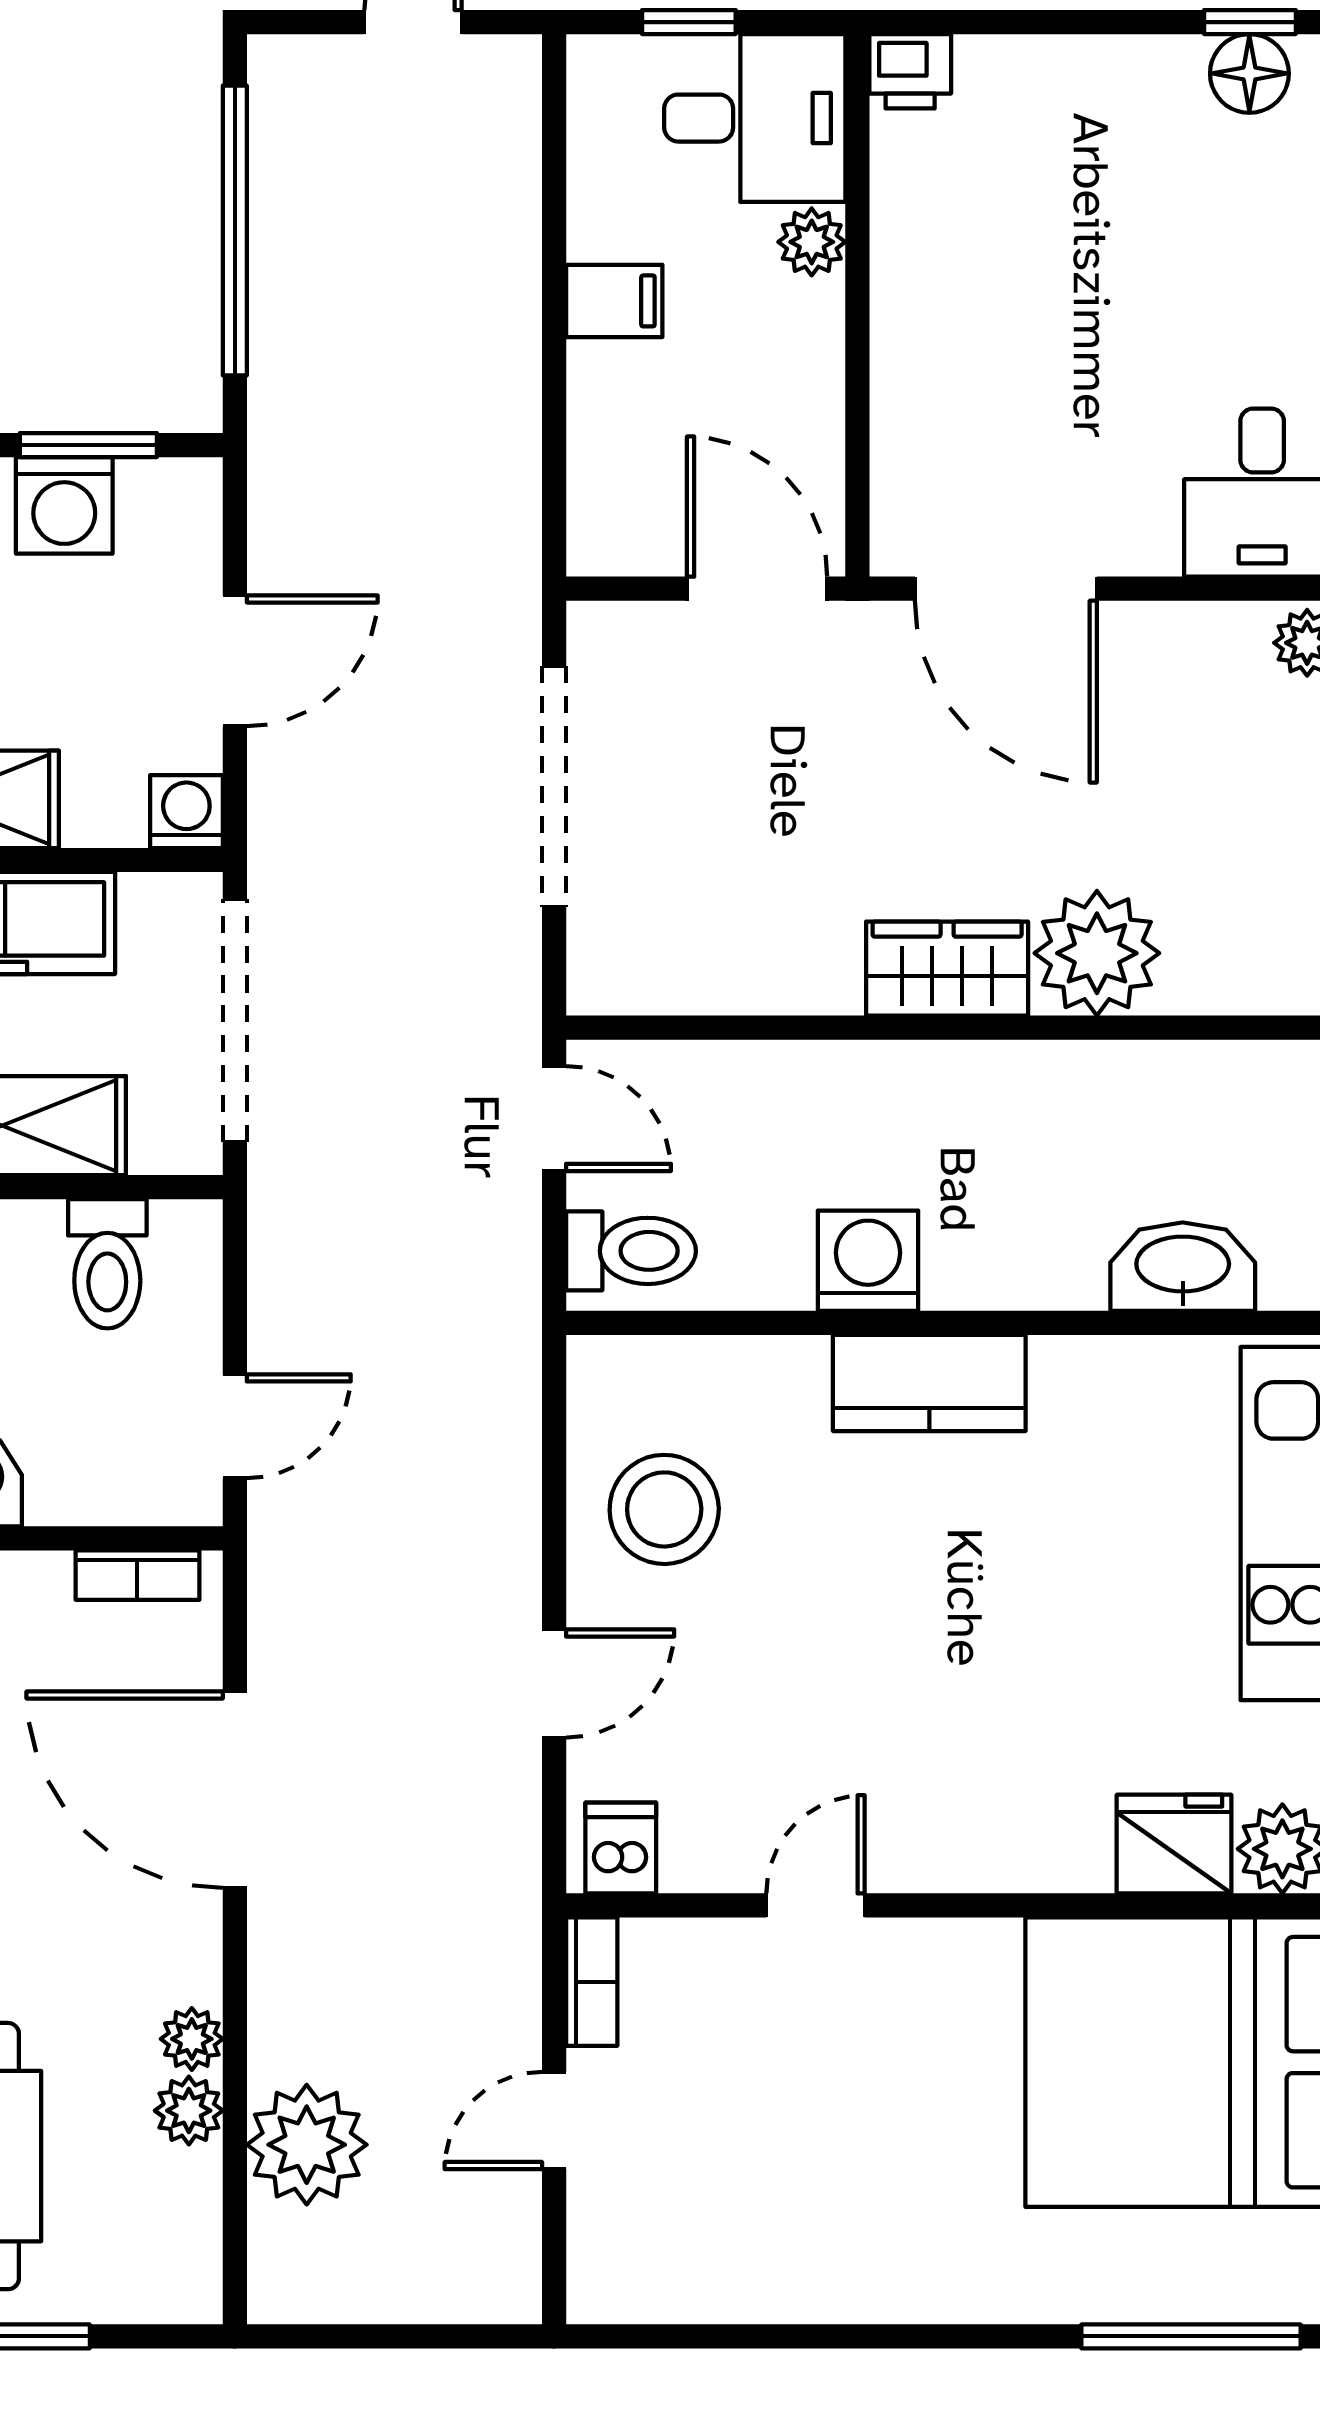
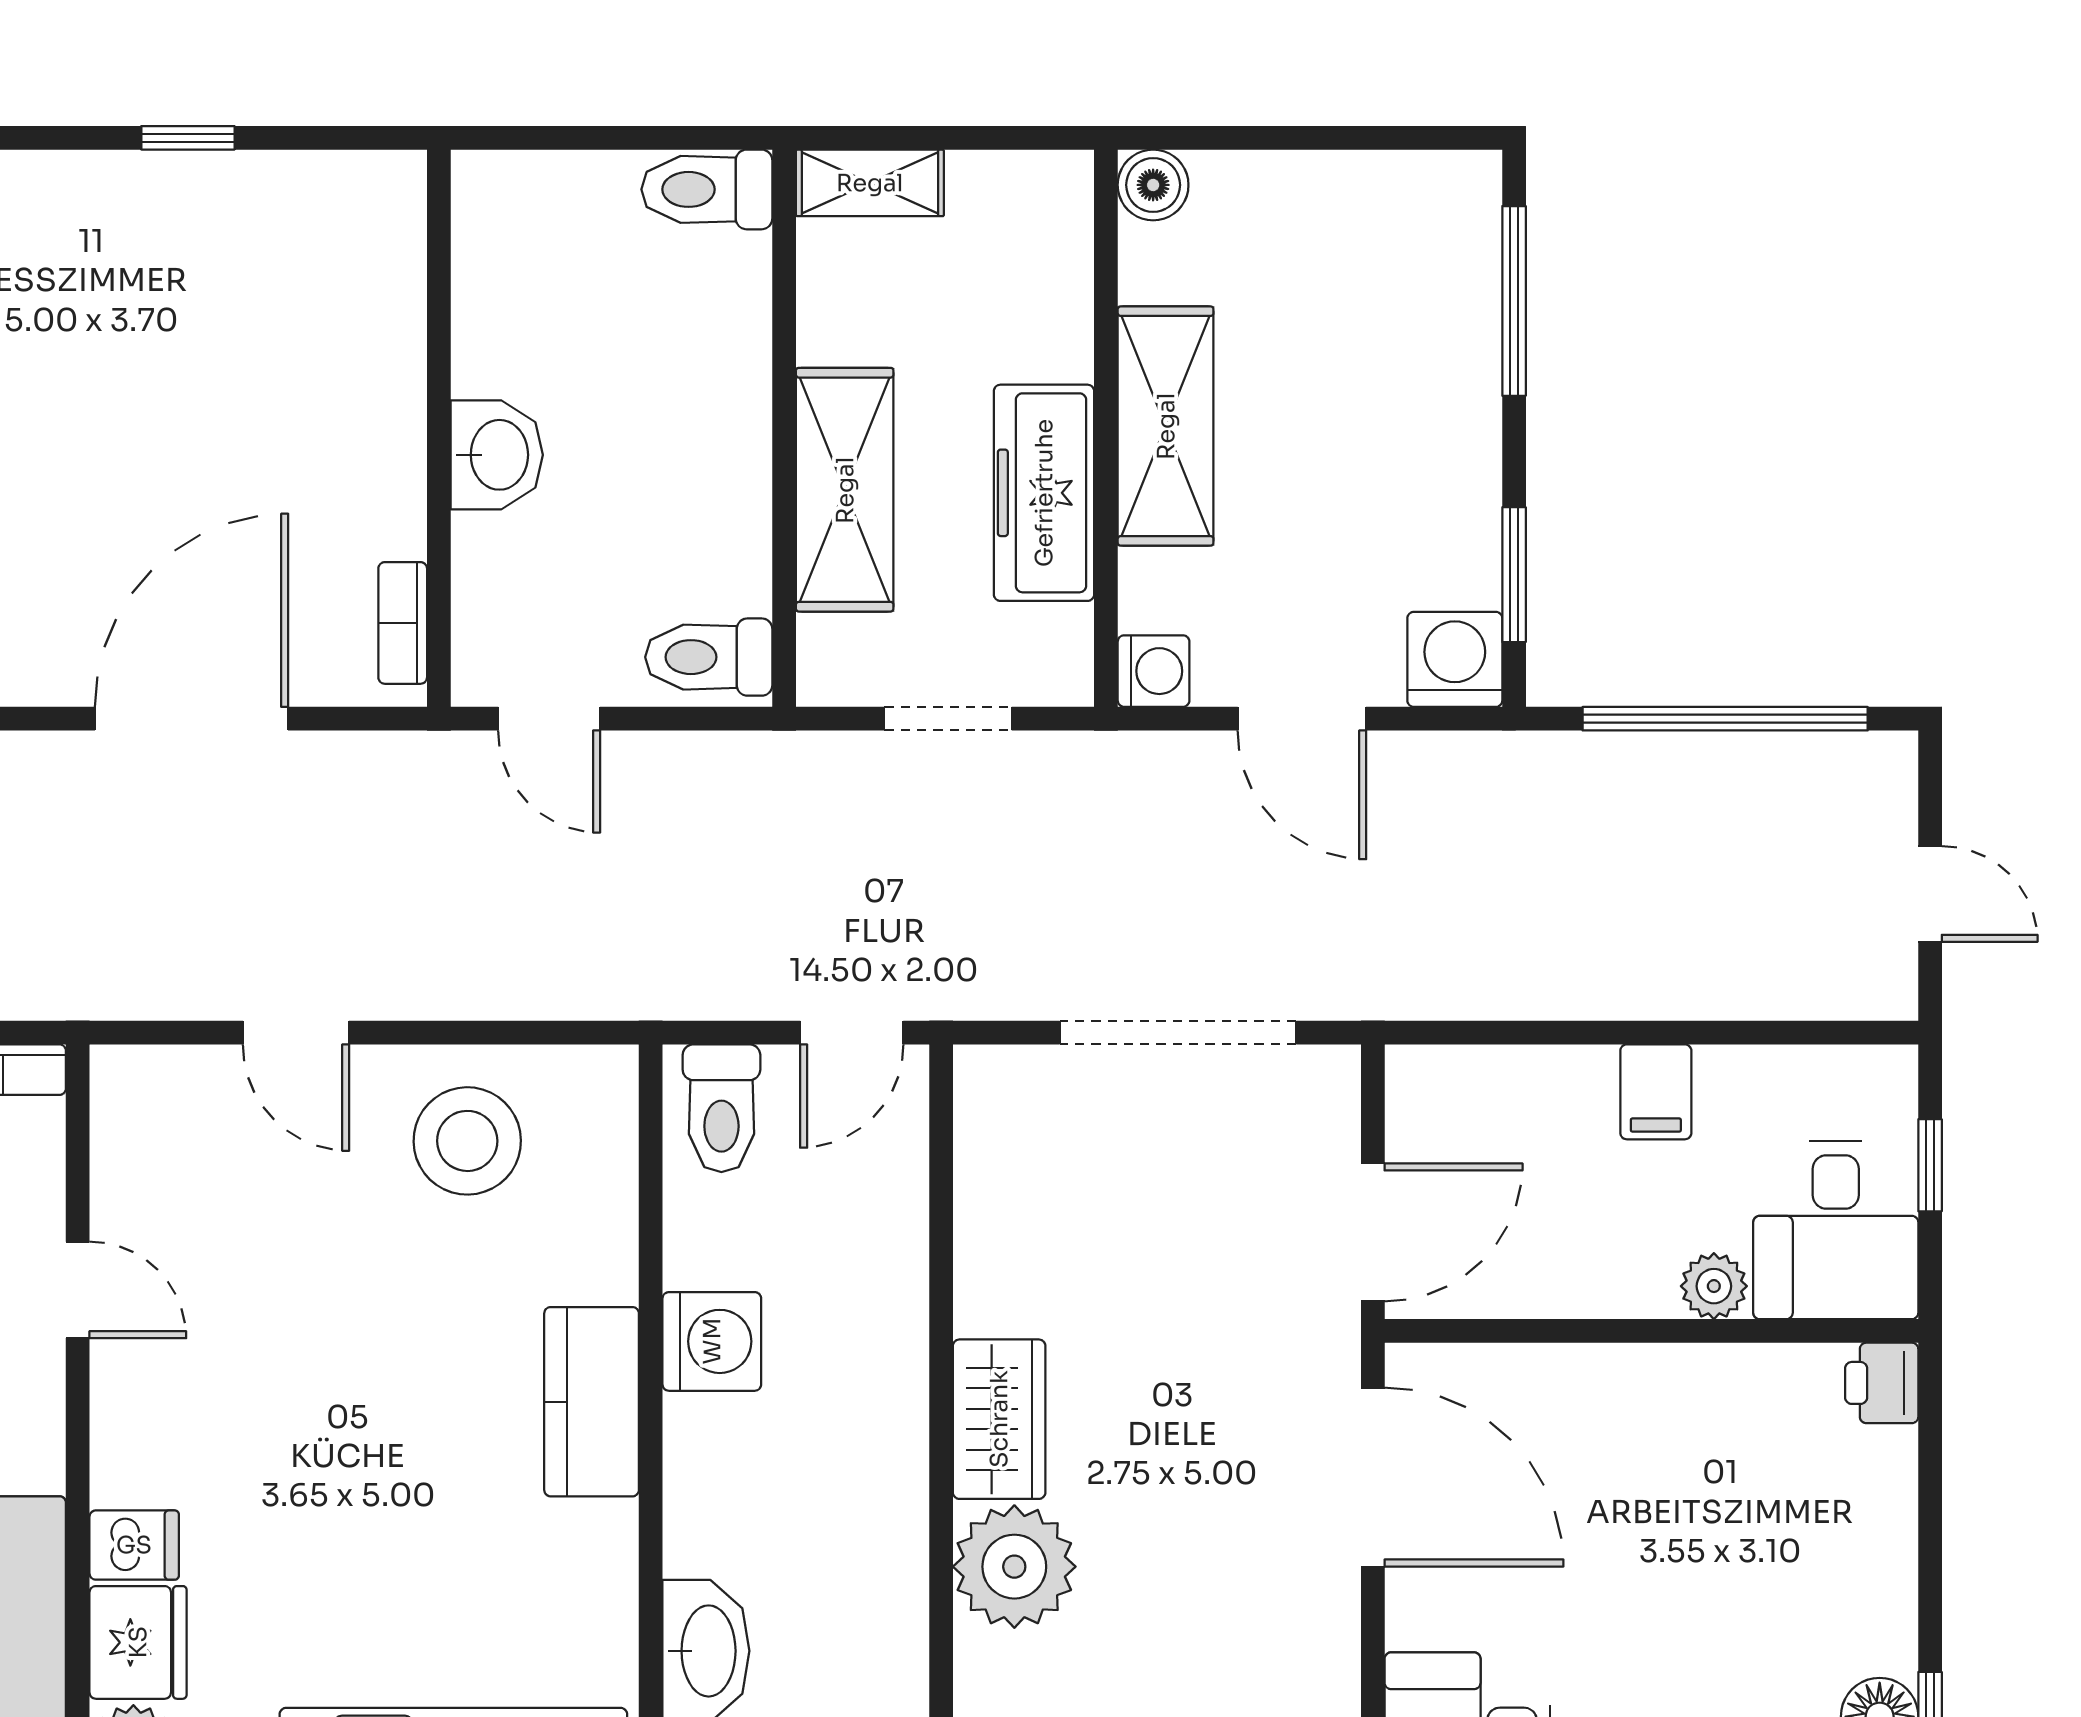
washing machine: (64, 505) -> (1455, 659), moved, turned 90
door: (1006, 589) -> (1373, 1477), swing flipped
doorway: (235, 1020) -> (948, 719), width x0.53
toilet: (107, 1264) -> (709, 657), moved
dishwasher: (621, 1848) -> (134, 1545), moved

